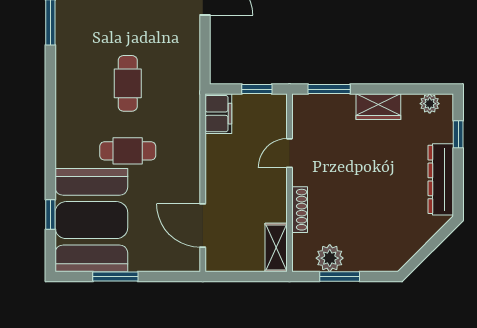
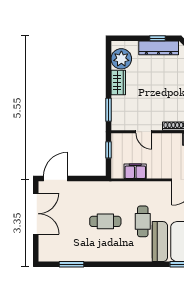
plant: (430, 104) -> (121, 59), width x1.87, depth x1.87
filing cabinet: (218, 114) -> (135, 171), moved
window: (458, 134) -> (157, 38), moved

